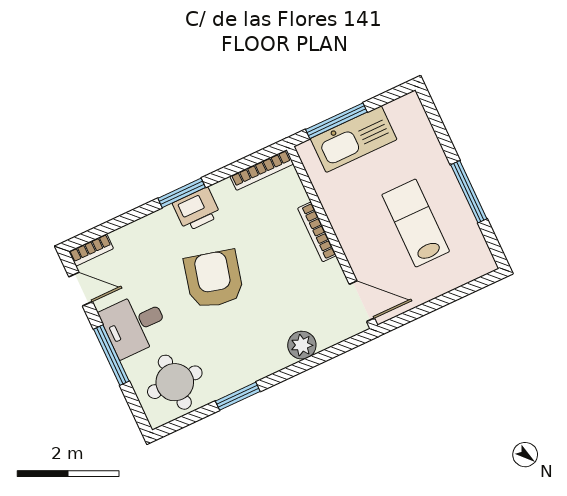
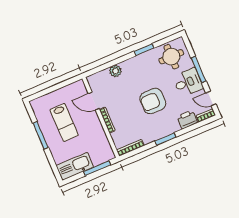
kitchen sink: (354, 139) -> (75, 166), moved
printer: (197, 209) -> (187, 120), moved
armchair: (214, 279) -> (153, 101), turned 76
door: (362, 301) -> (94, 101), moved

